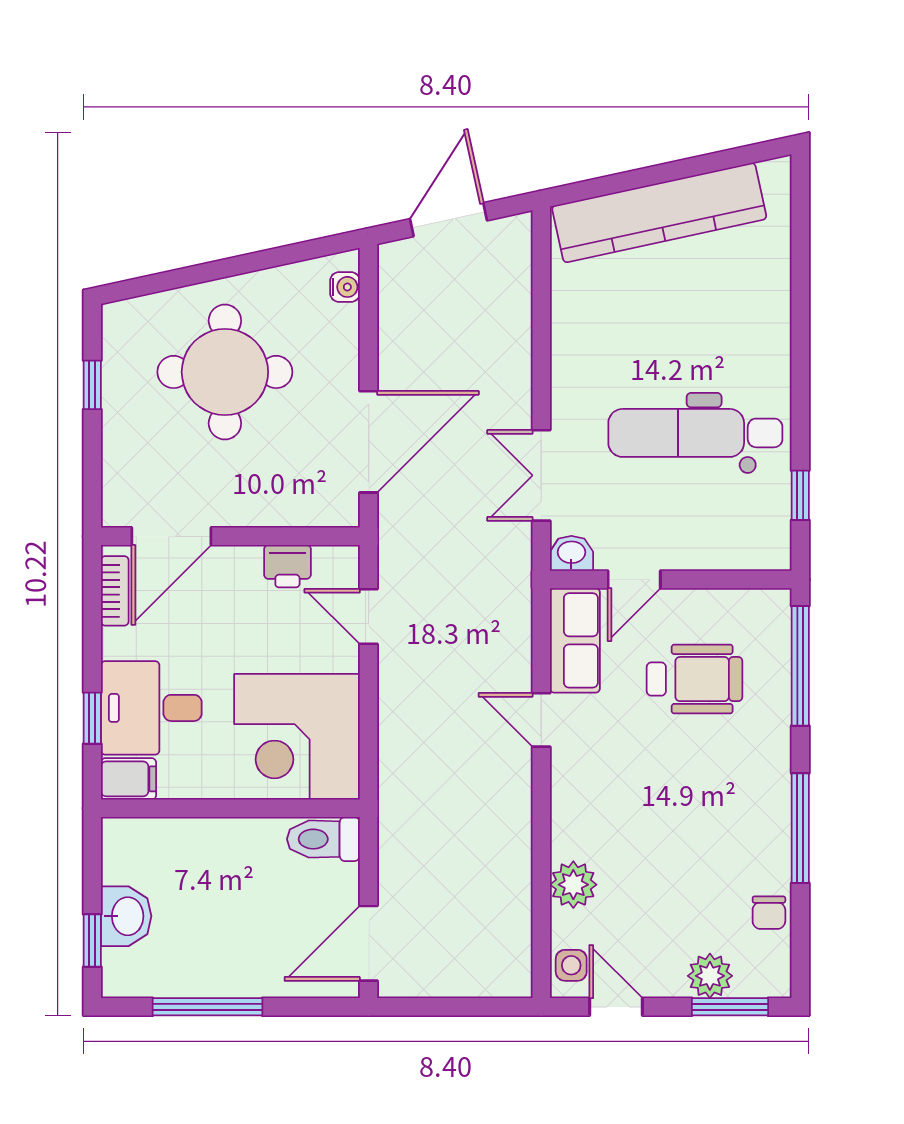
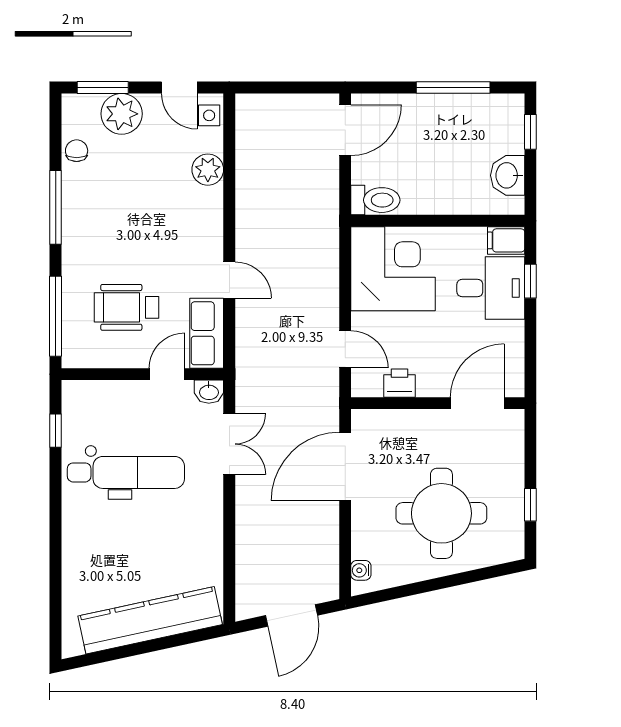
bookcase: (115, 591) -> (515, 367), removed
washbasin: (126, 916) -> (508, 175), moved
plant: (710, 976) -> (122, 114), width x1.36, depth x1.36

